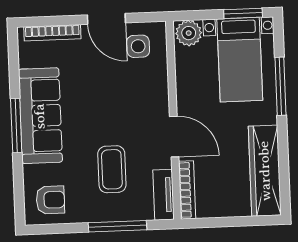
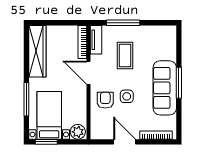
side table: (138, 46) -> (127, 96), moved
armchair: (50, 200) -> (105, 100), moved, turned 90

